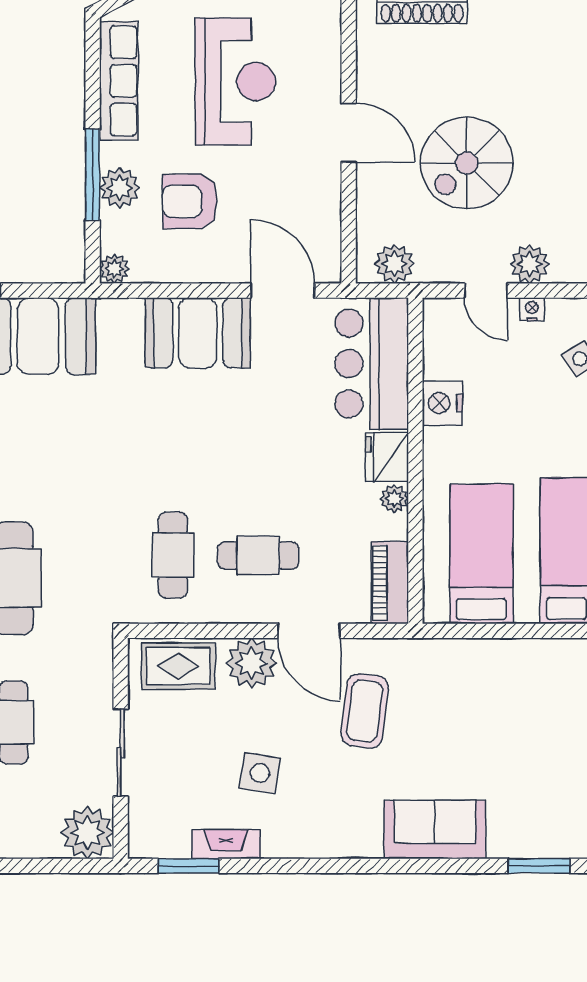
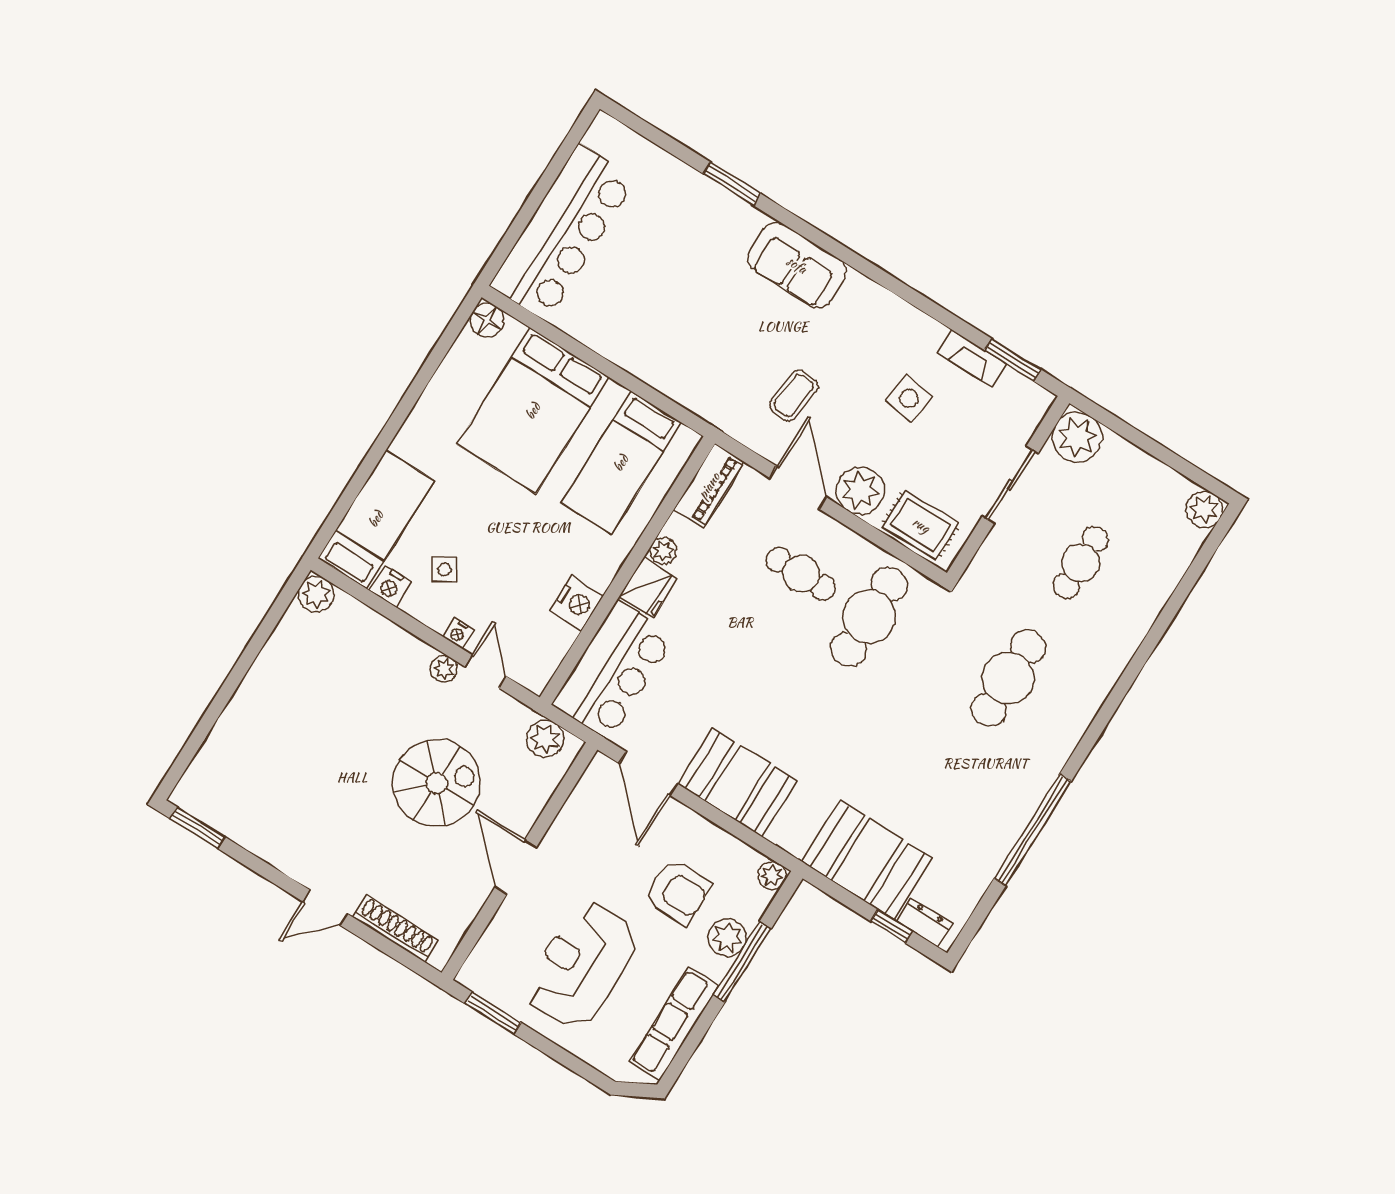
plant: (530, 264) -> (444, 669), width x0.73, depth x0.73
cafe table: (173, 555) -> (869, 617), width x1.37, depth x1.35
coffee table: (365, 711) -> (794, 395), width x0.73, depth x0.77

